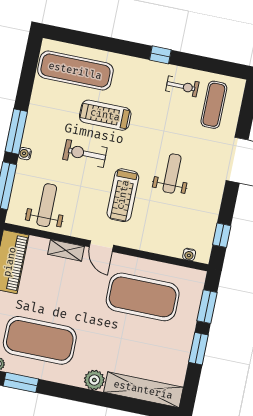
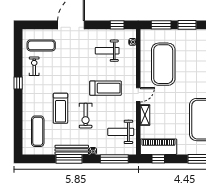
exercise mat: (75, 71) -> (38, 131), width x0.73, depth x0.69
bench: (34, 120) -> (72, 150), added
window: (16, 132) -> (69, 159), moved
weight bench: (172, 173) -> (107, 51), moved

